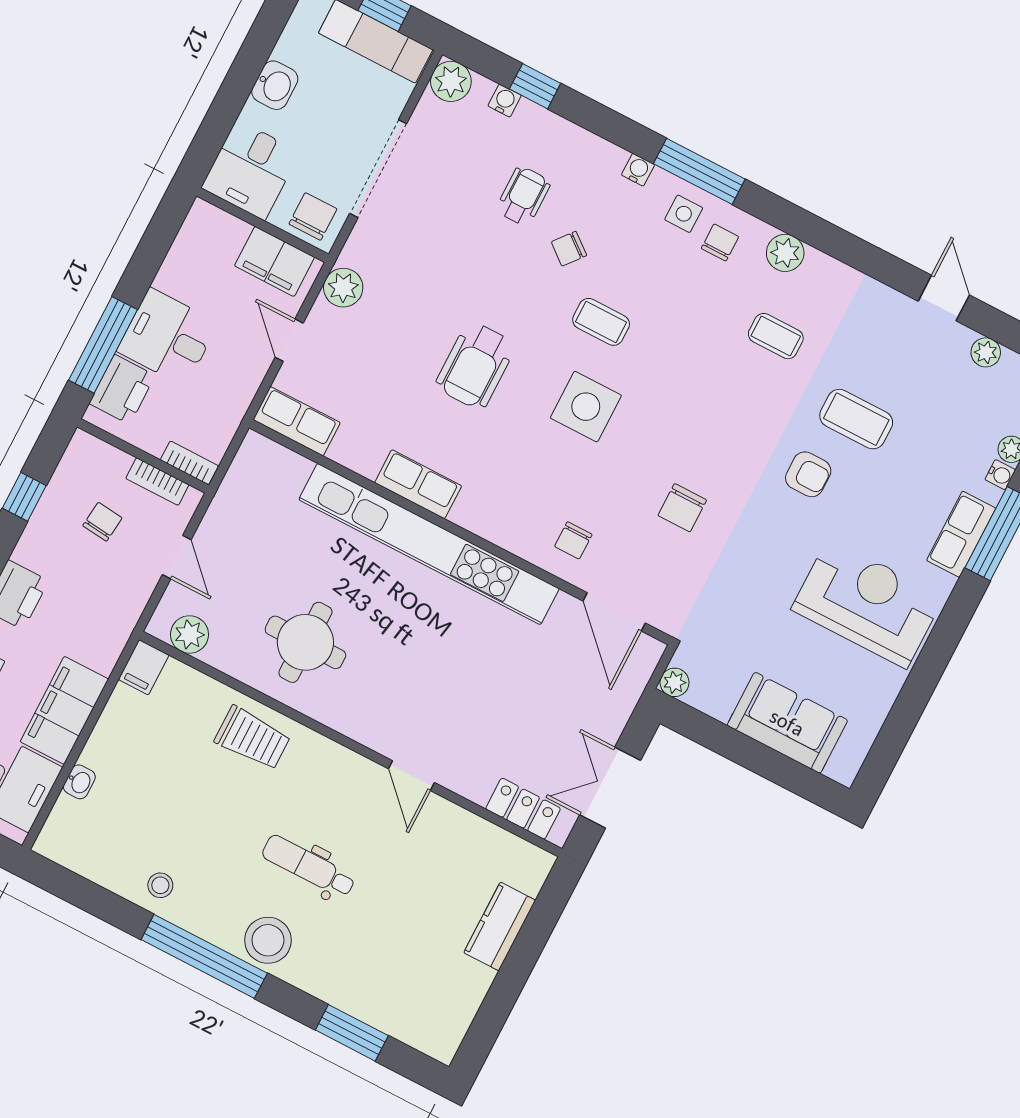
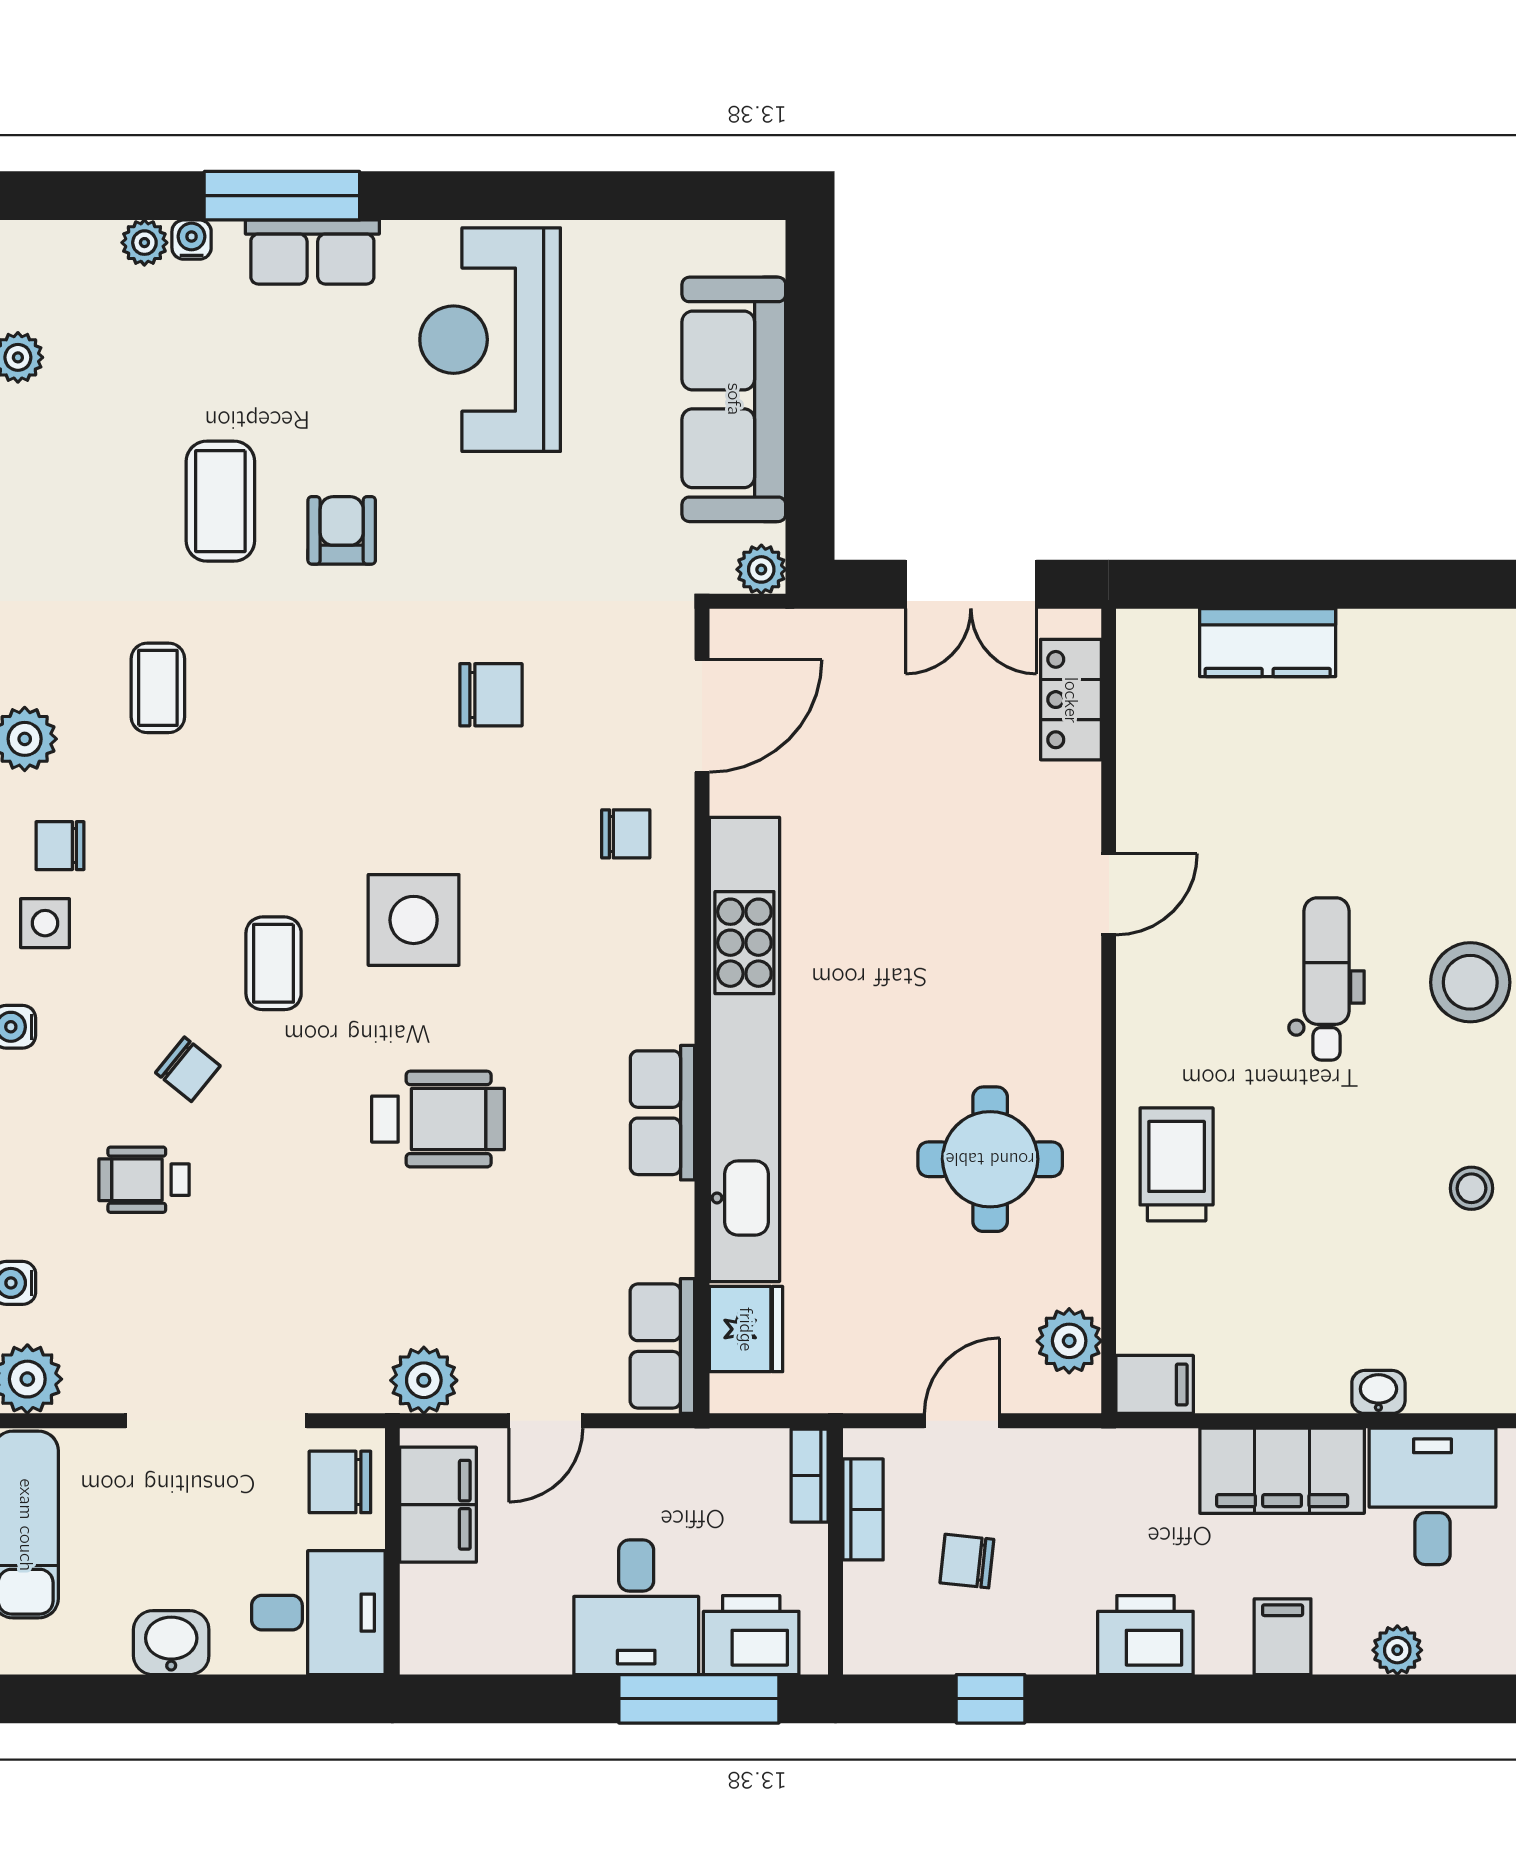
fridge: (283, 469) -> (746, 1329), added
sofa: (787, 723) -> (734, 399), width x1.36
dental chair: (309, 866) -> (1327, 979), turned 180

